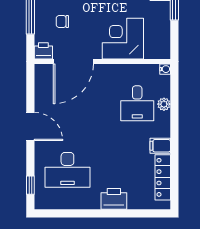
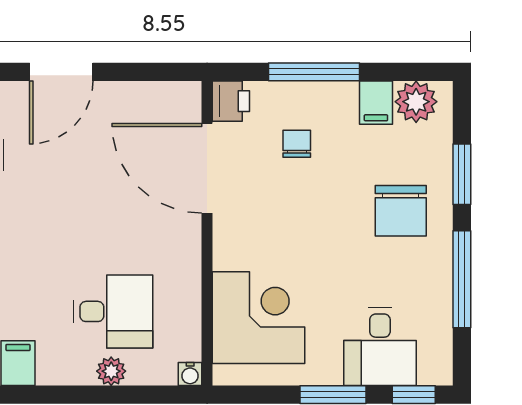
corner desk: (123, 39) -> (259, 318), moved
desk: (137, 103) -> (113, 311), turned 180

